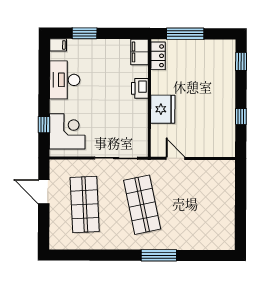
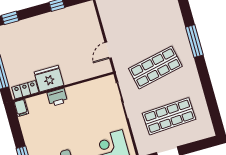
filing cabinet: (140, 52) -> (21, 108), width x0.50
fridge: (163, 109) -> (49, 79), moved

